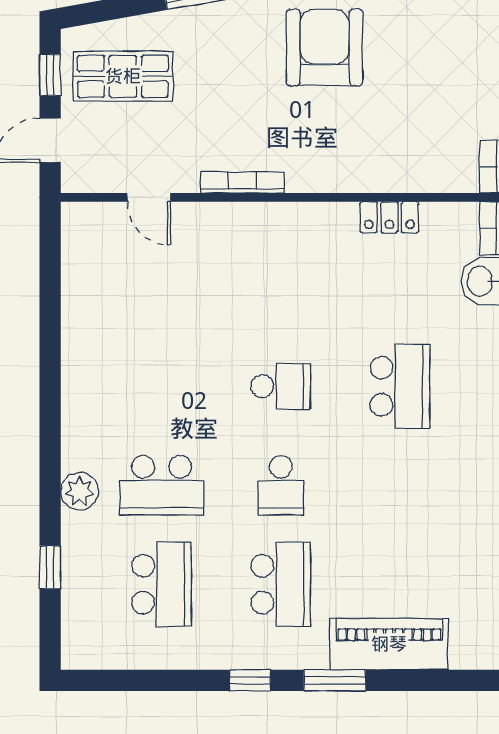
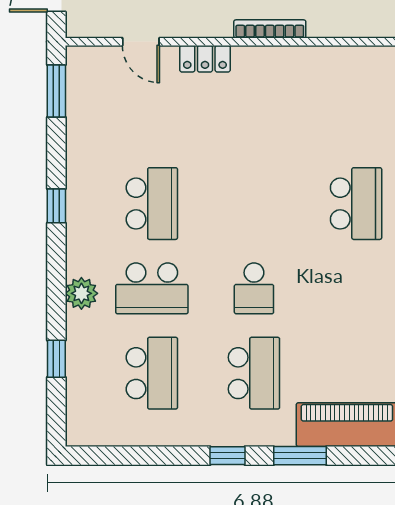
bookcase: (243, 182) -> (270, 29), moved
locker: (389, 217) -> (205, 59), moved
window: (50, 255) -> (56, 91), added
school desk: (281, 386) -> (152, 204), moved, width x1.85
window: (50, 389) -> (56, 206), added

